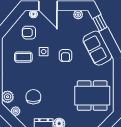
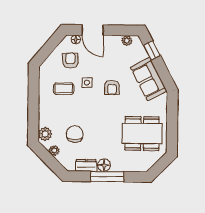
armchair: (29, 33) -> (70, 61), turned 88

